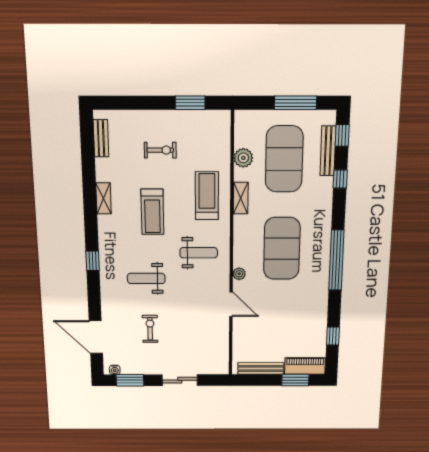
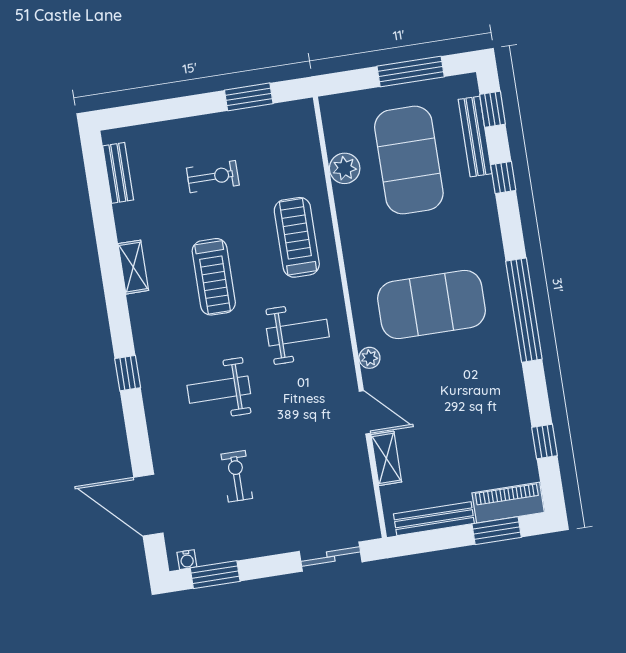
shelving: (241, 198) -> (386, 458), moved
exercise mat: (282, 248) -> (431, 305), turned 90
sliding door: (180, 380) -> (331, 557), moved

